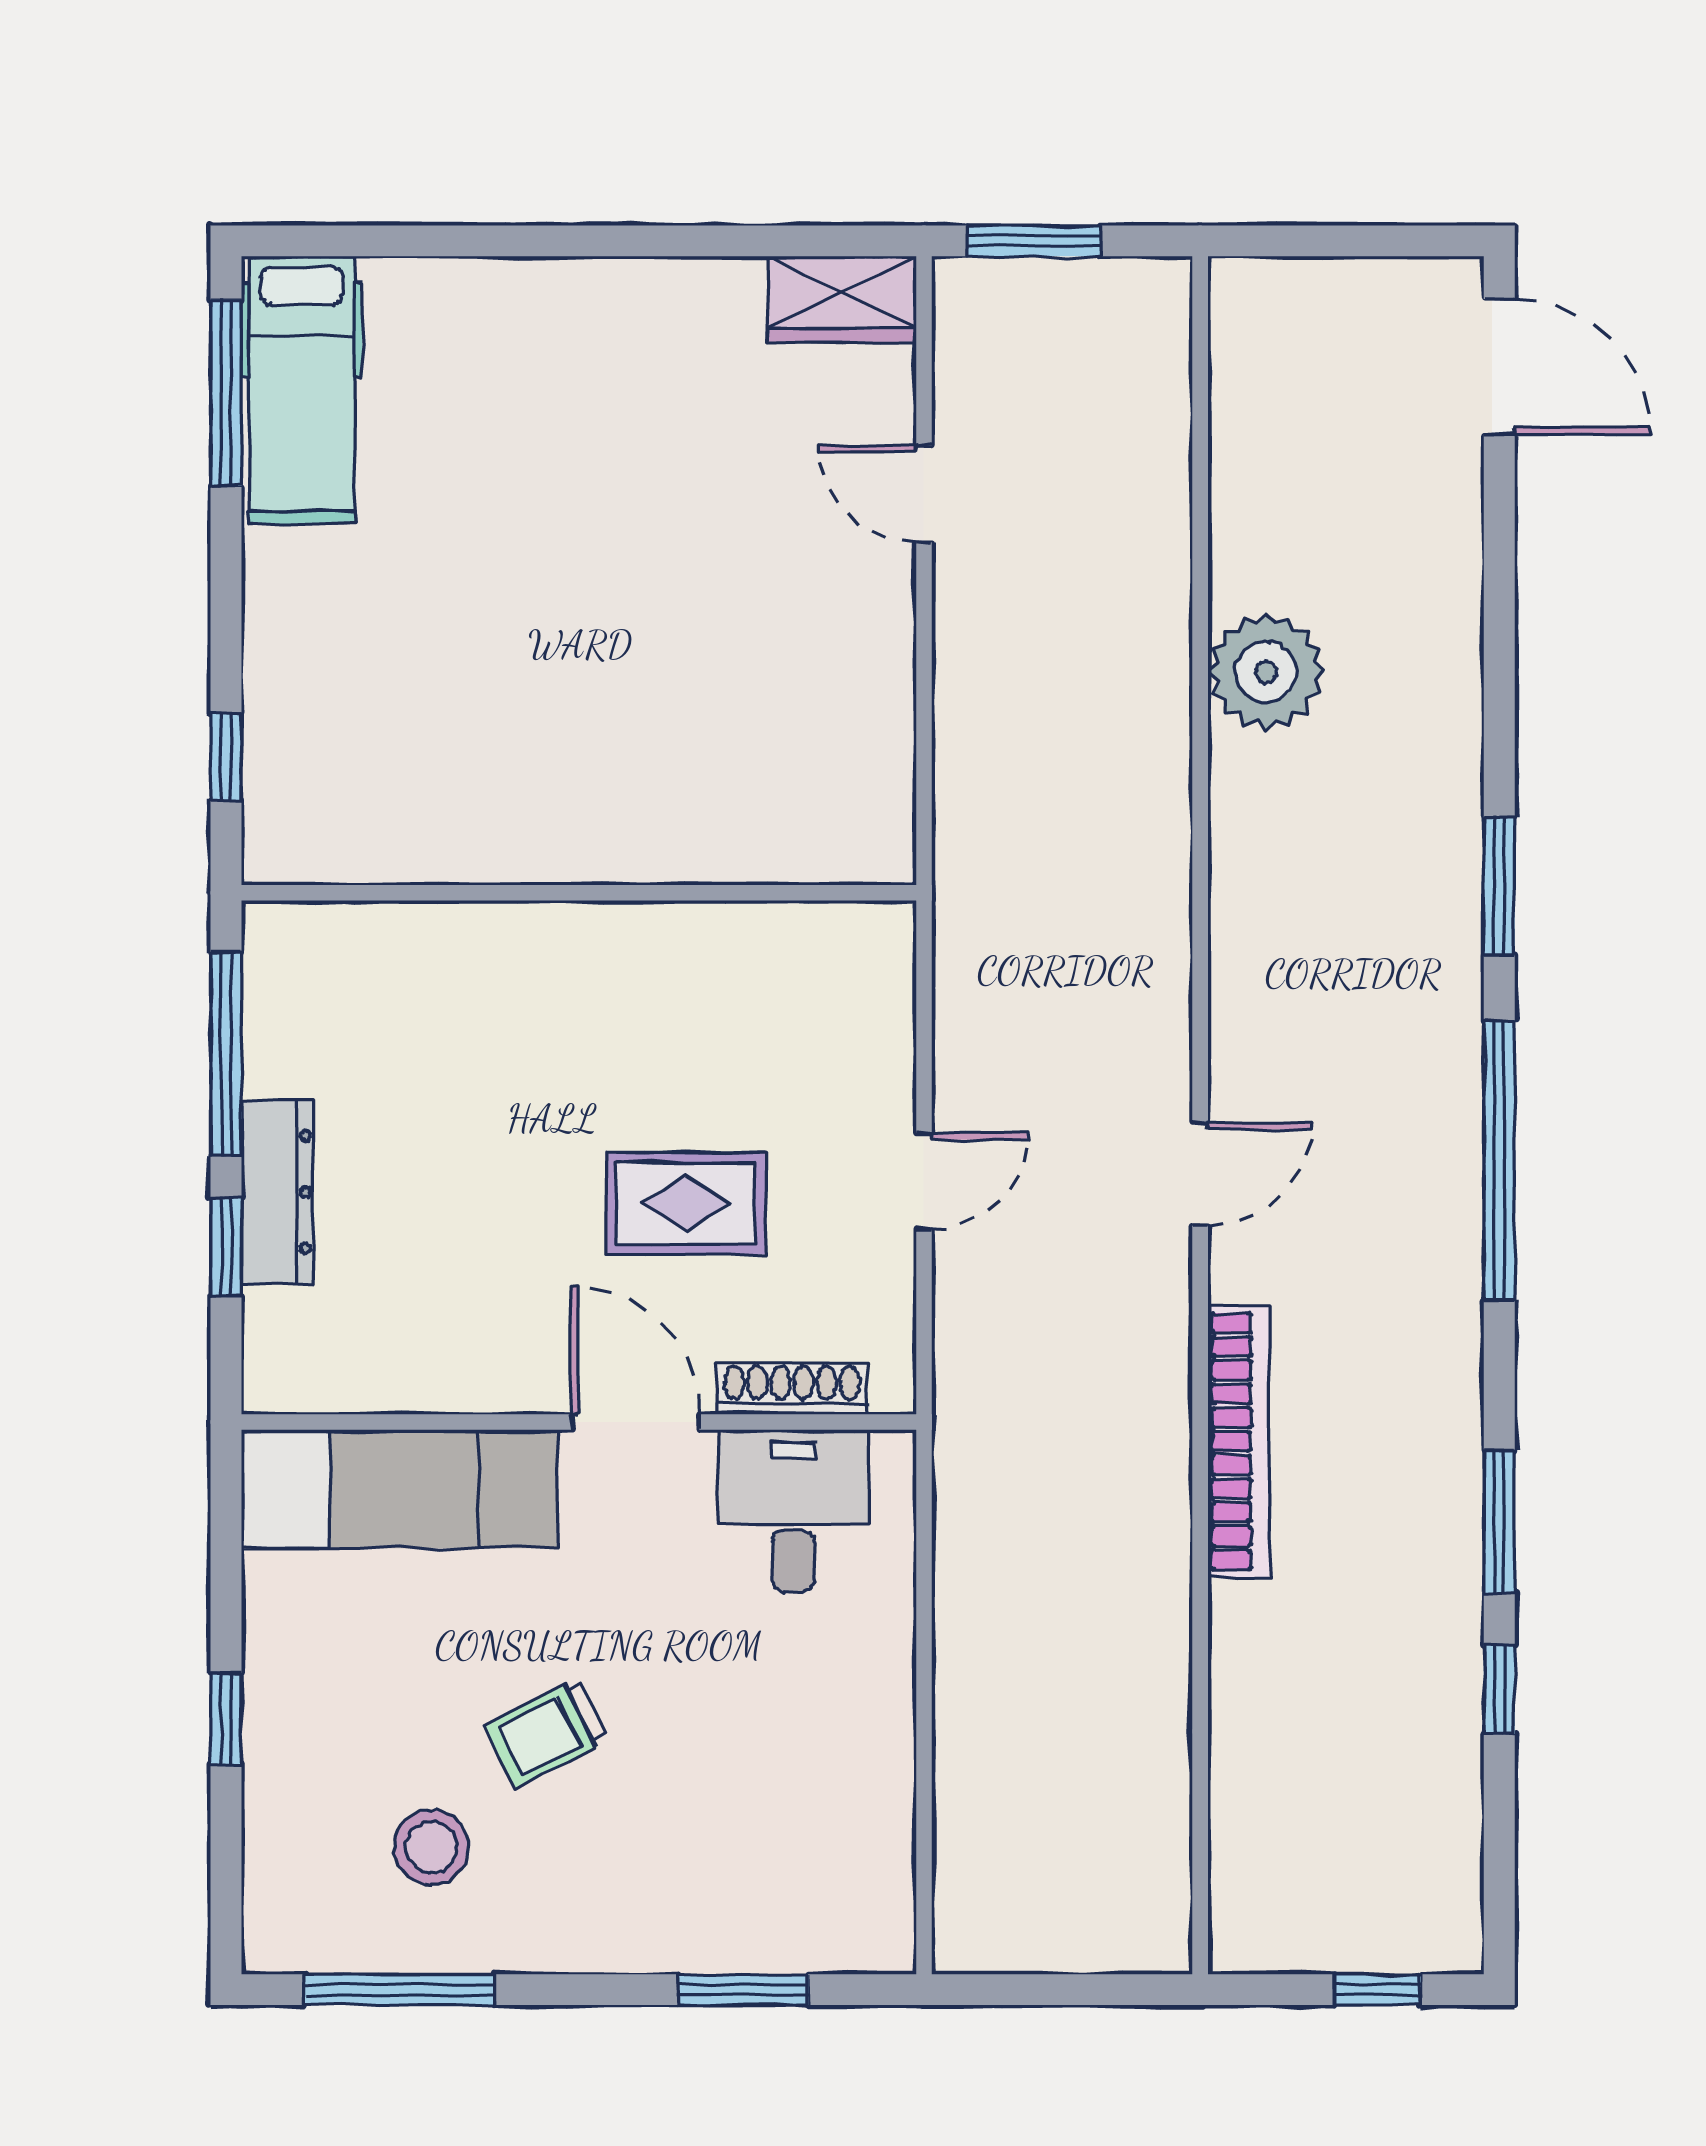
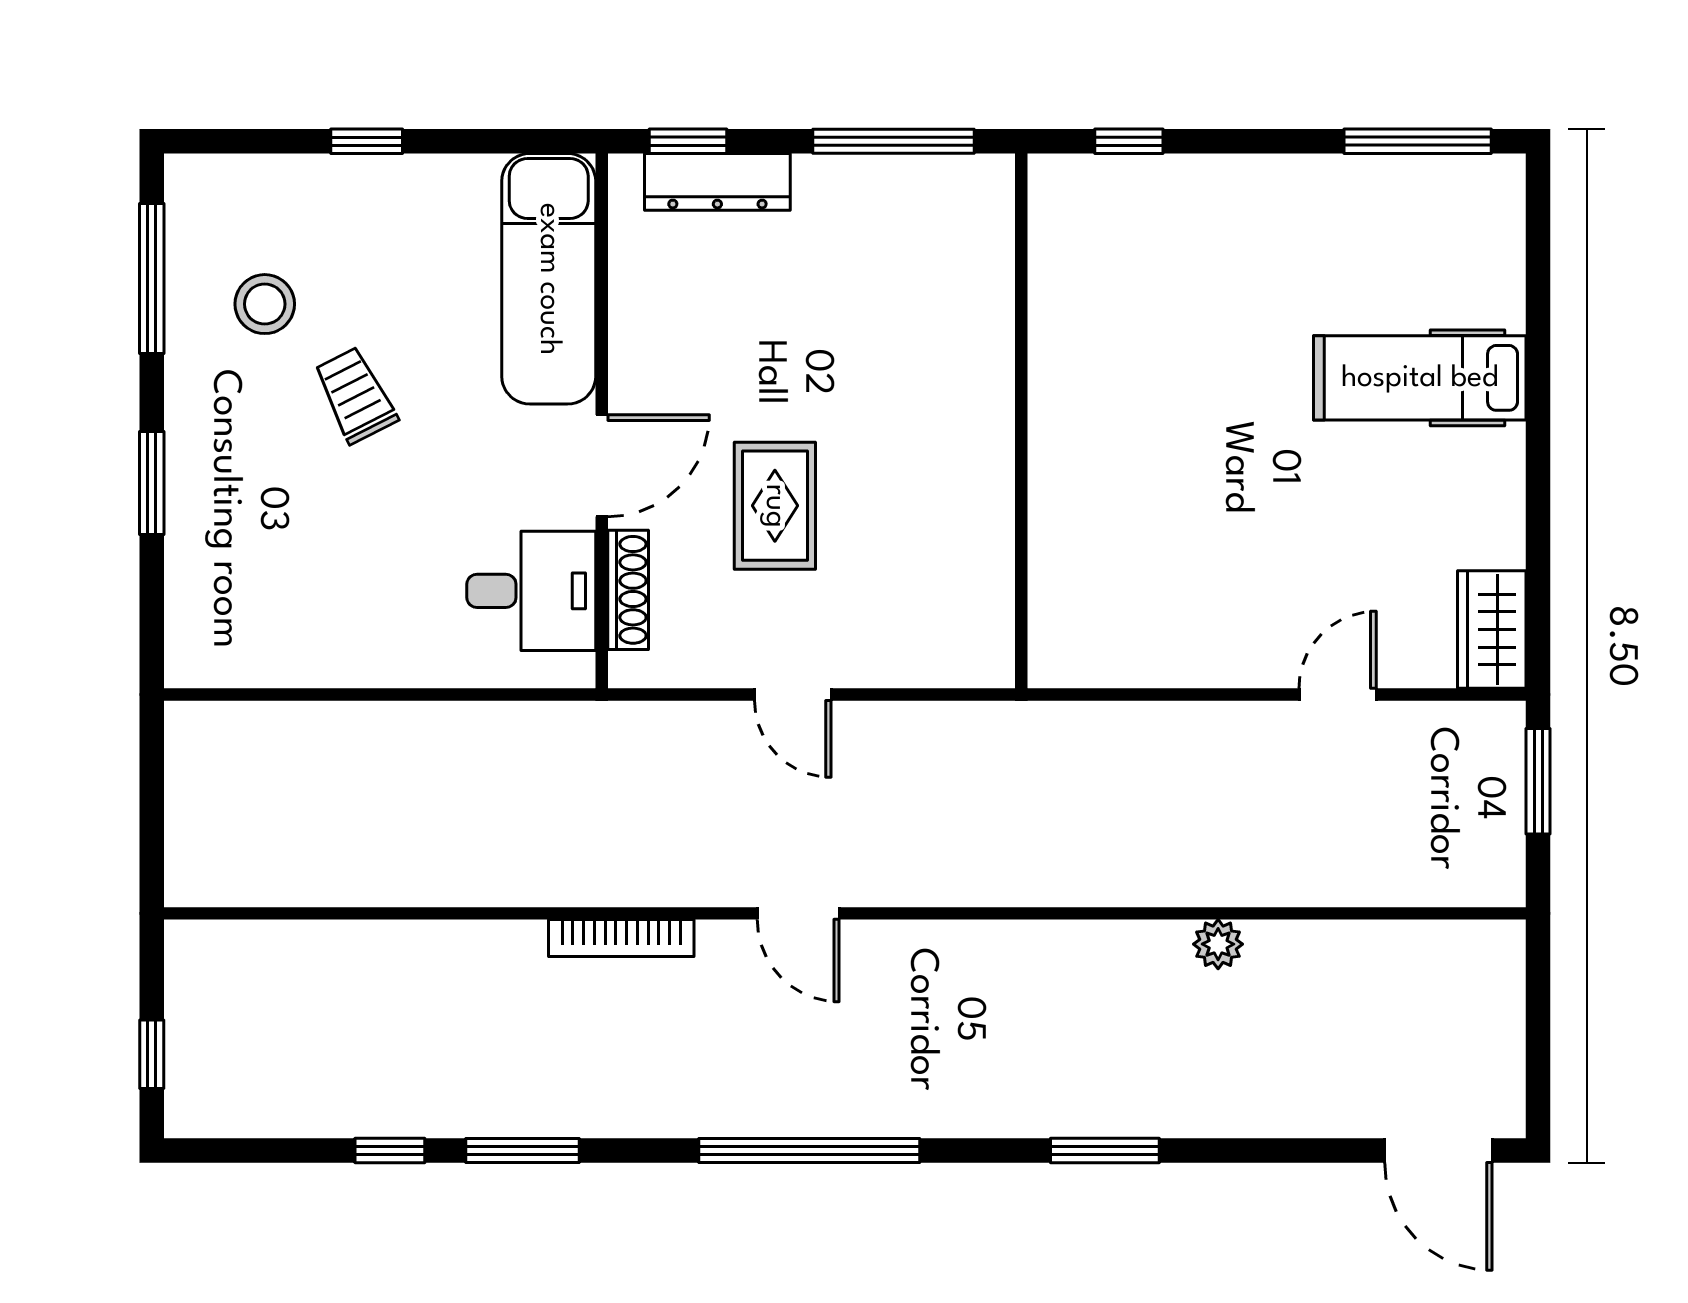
door: (1499, 367) -> (1438, 1151), hinge flipped
hospital bed: (302, 390) -> (1420, 378), moved
plant: (1266, 672) -> (1218, 944), width x0.53, depth x0.53
window: (1499, 886) -> (1105, 1151), moved
dresser: (277, 1192) -> (717, 182), moved
window: (226, 1247) -> (688, 141), moved
bookcase: (1239, 1441) -> (621, 938), width x0.68, depth x0.76
window: (743, 1990) -> (152, 483), moved

